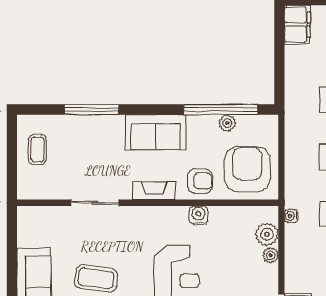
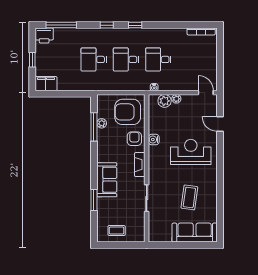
window: (92, 110) -> (94, 200), width x0.69
window: (221, 110) -> (94, 127), width x0.68
sofa: (156, 132) -> (107, 180), moved

